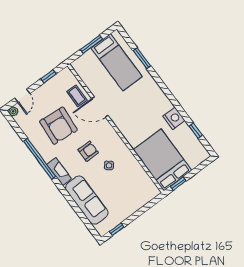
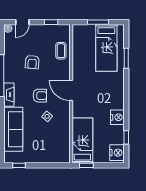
door: (100, 107) -> (71, 90), moved
armchair: (58, 126) -> (32, 62), width x0.53, depth x0.53
nightstand: (198, 151) -> (117, 153), added
bed: (162, 160) -> (82, 141), width x0.67

